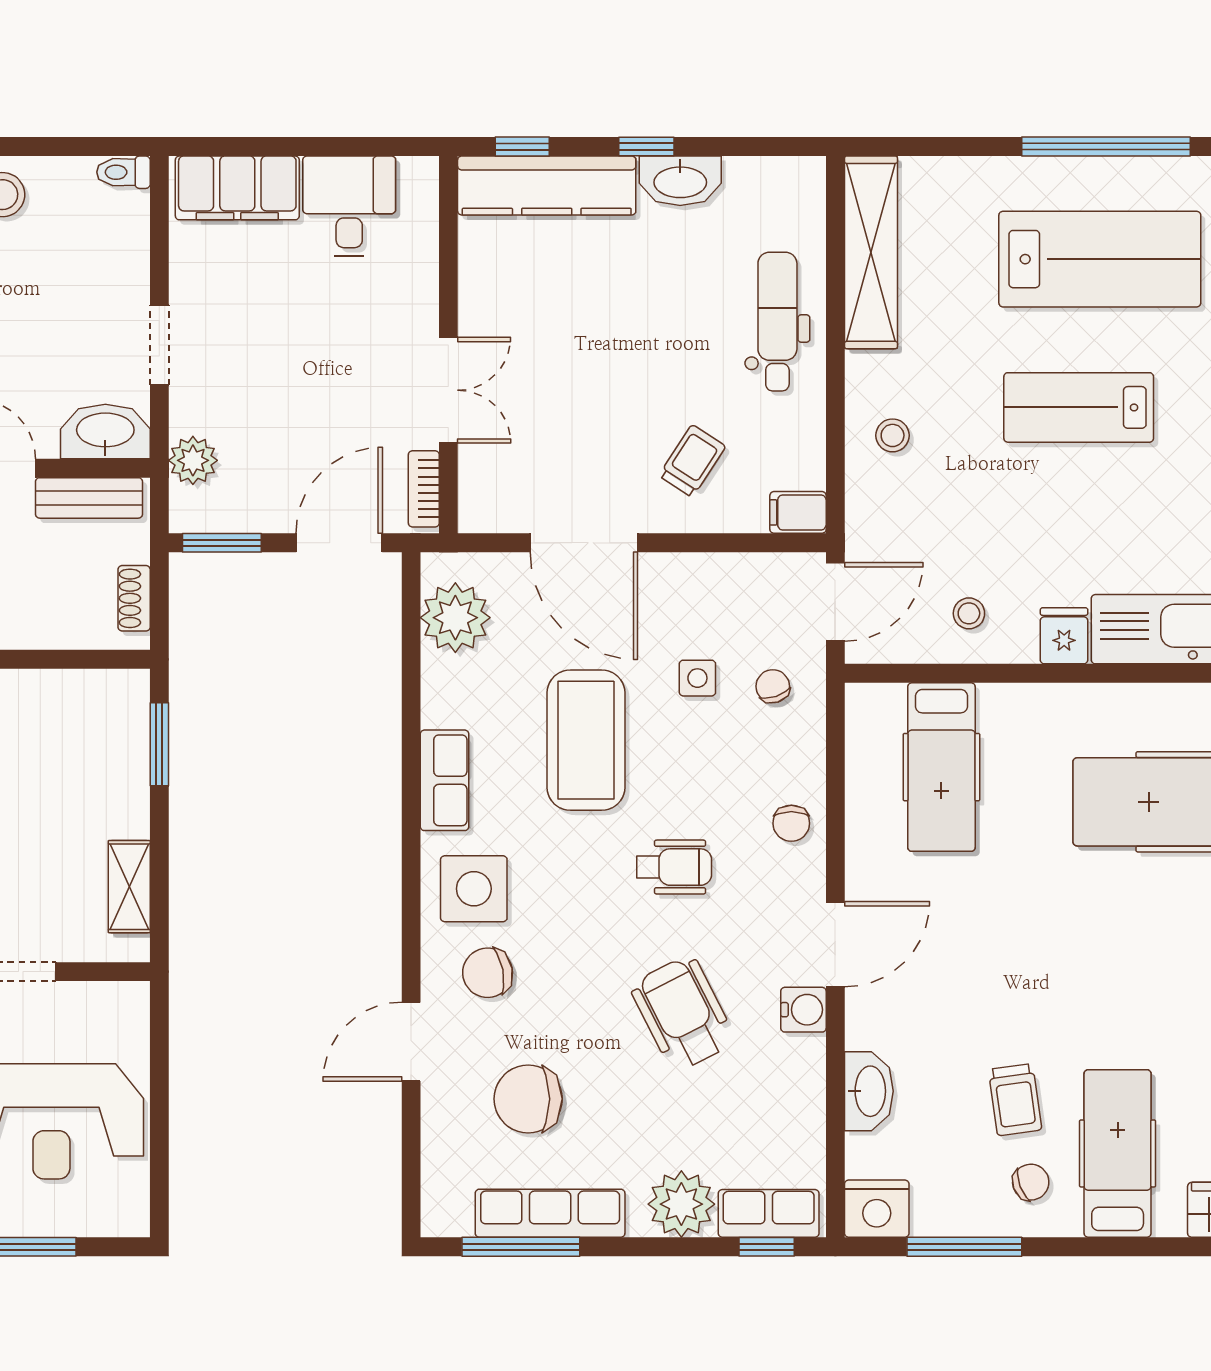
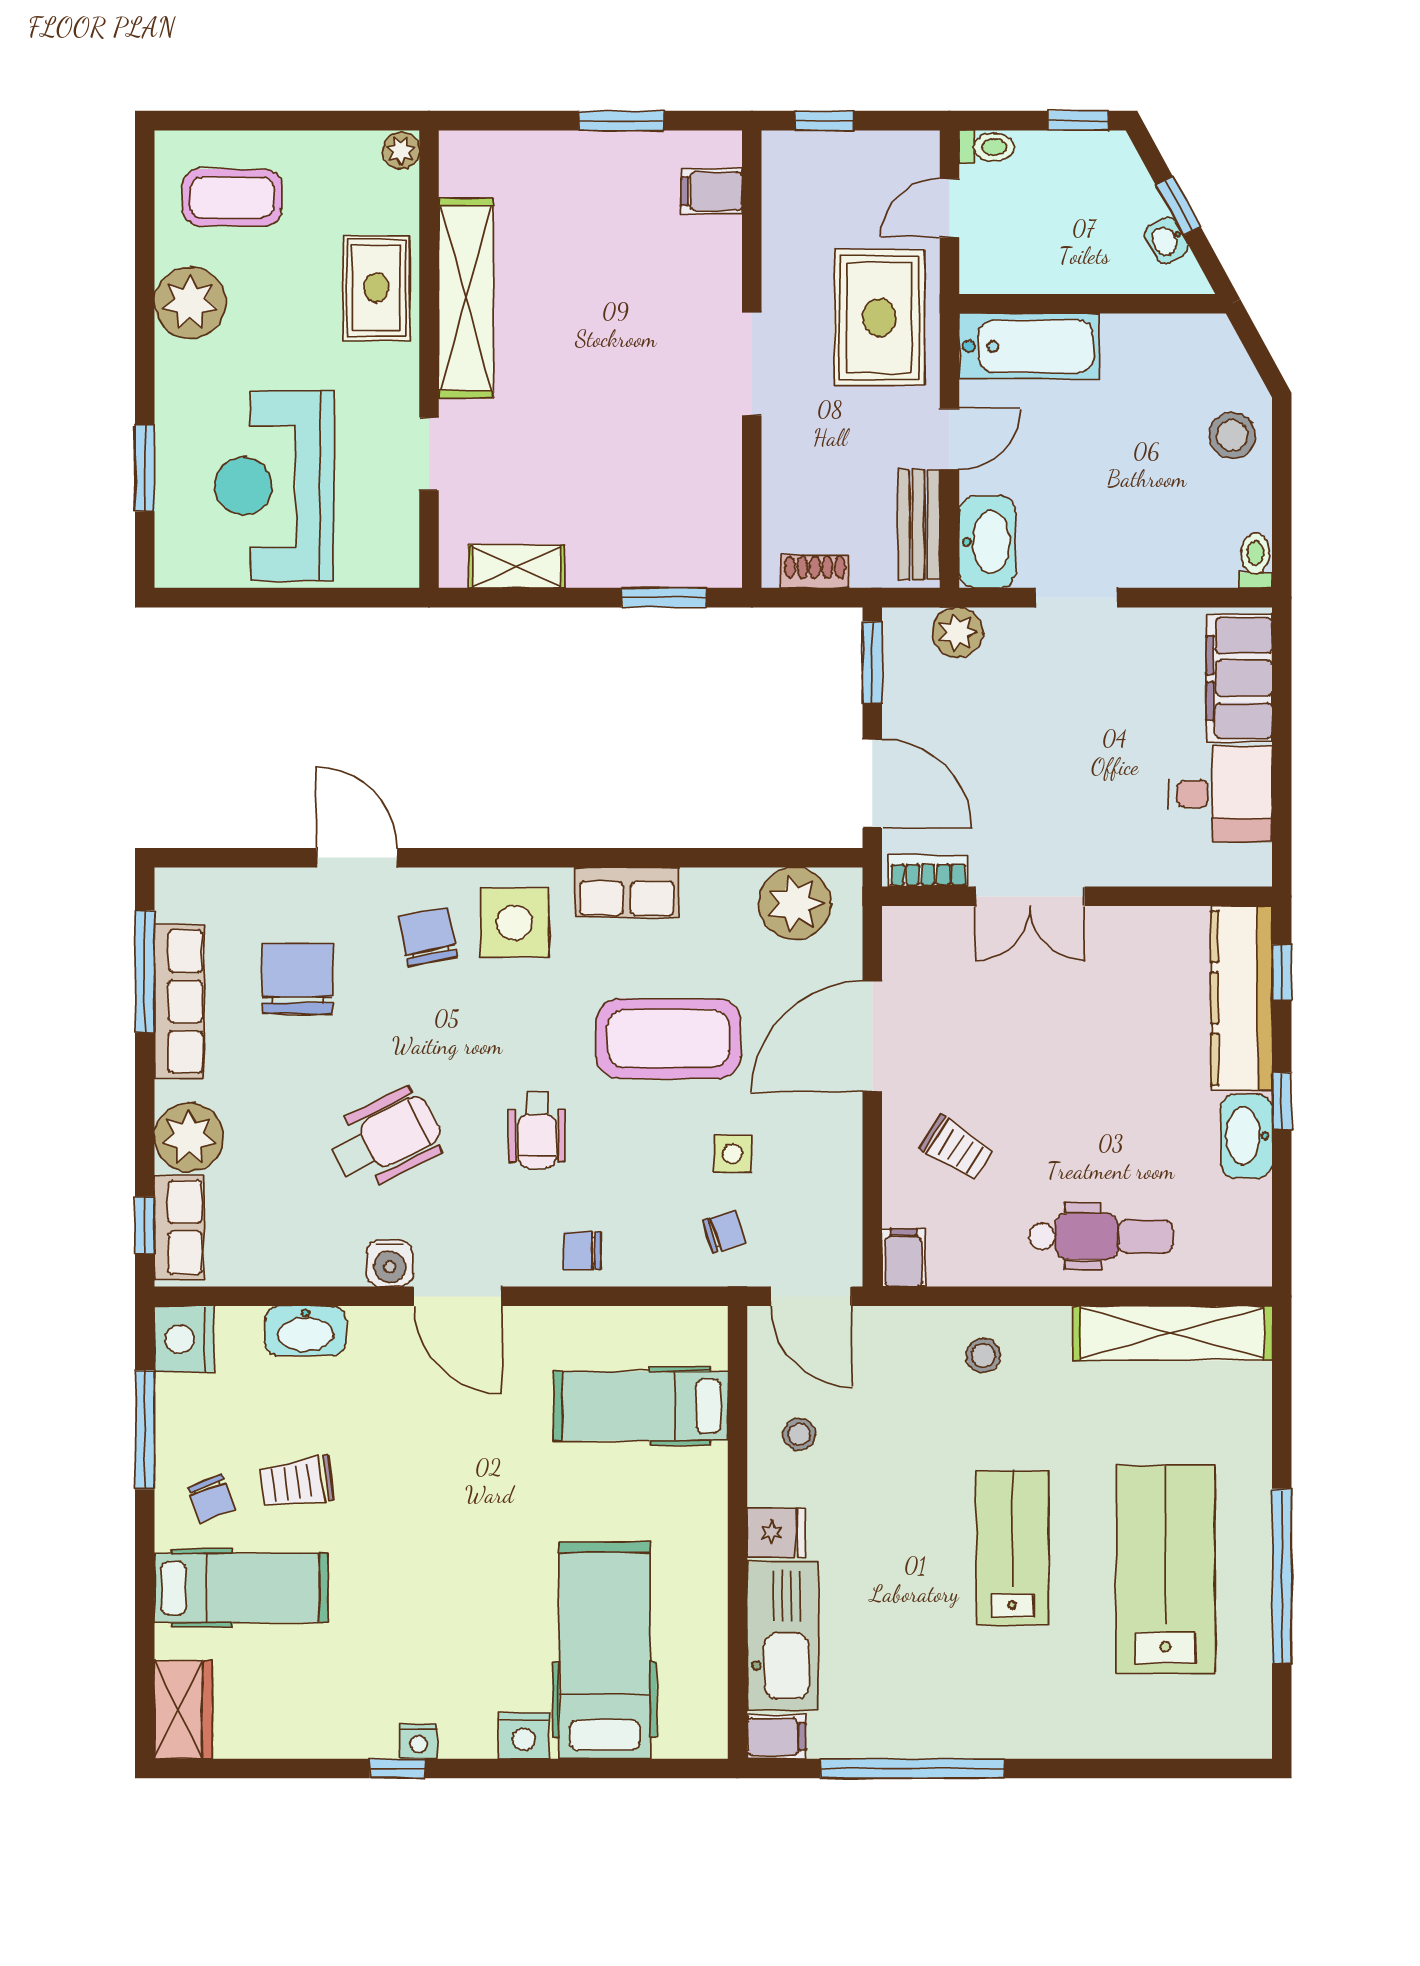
lab bench: (1100, 259) -> (1166, 1570), turned 180

